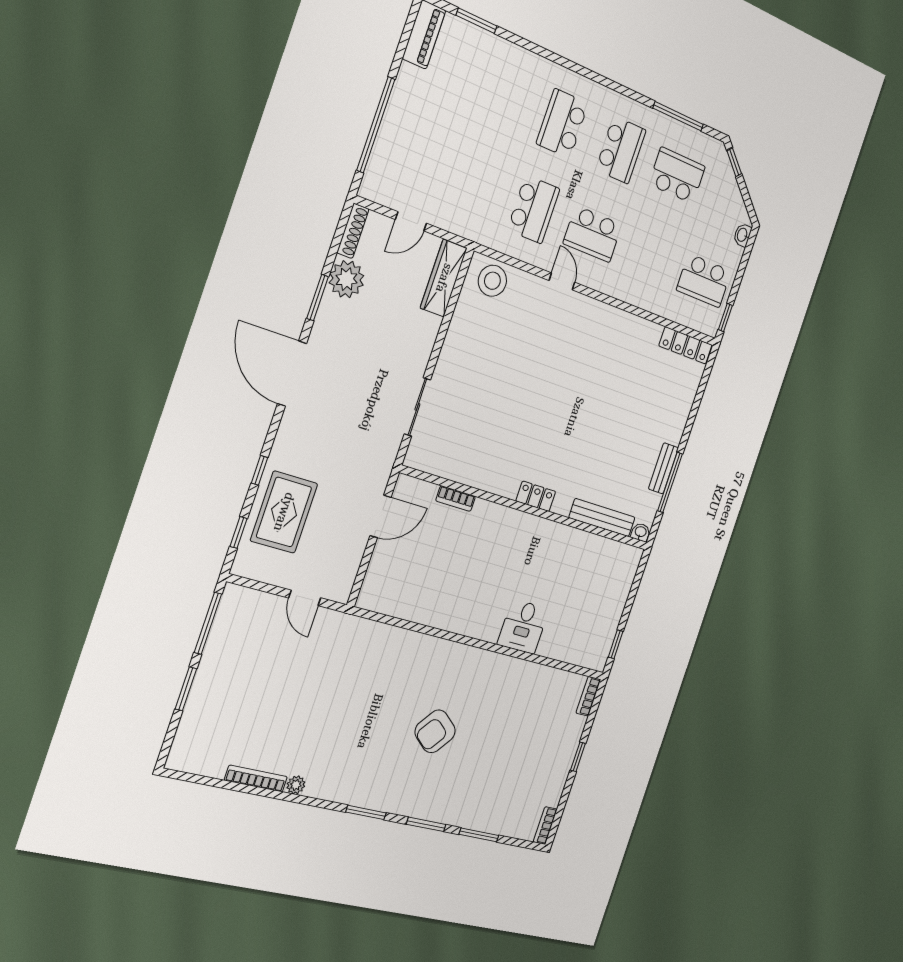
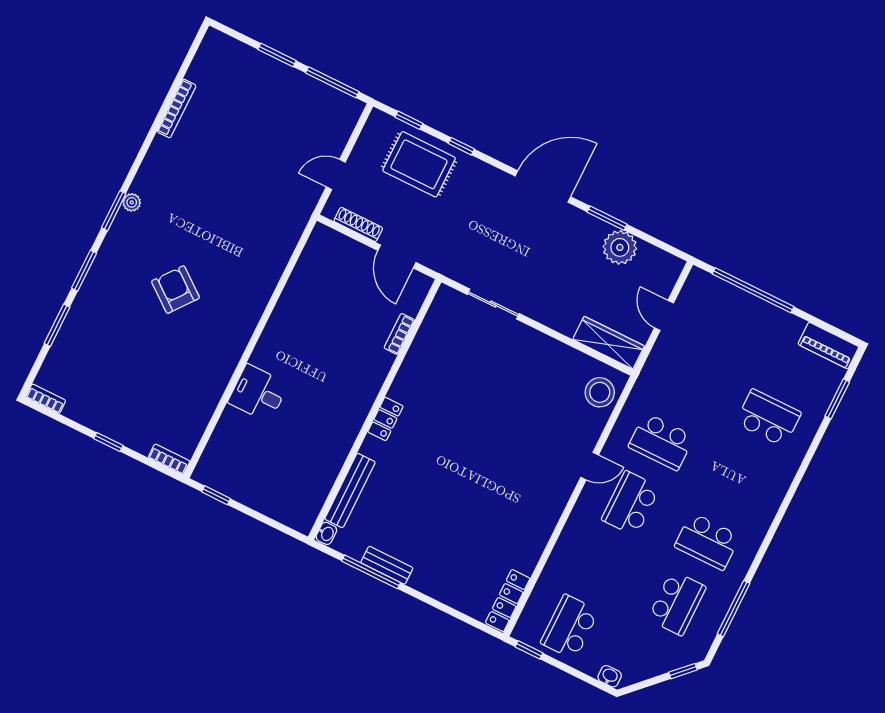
school desk: (562, 123) -> (768, 418), moved
shoe rack: (353, 231) -> (358, 225), moved, turned 180
plant: (296, 785) -> (132, 202), moved

